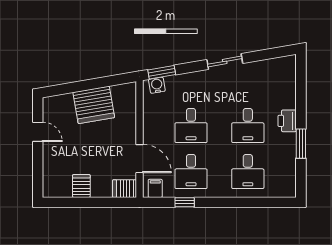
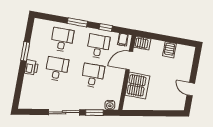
sliding door: (225, 61) -> (64, 112), width x1.37
window: (162, 72) -> (94, 113), moved
server rack: (94, 105) -> (137, 86), moved, turned 100
door: (140, 159) -> (129, 60), hinge flipped
window: (229, 202) -> (77, 22), added

